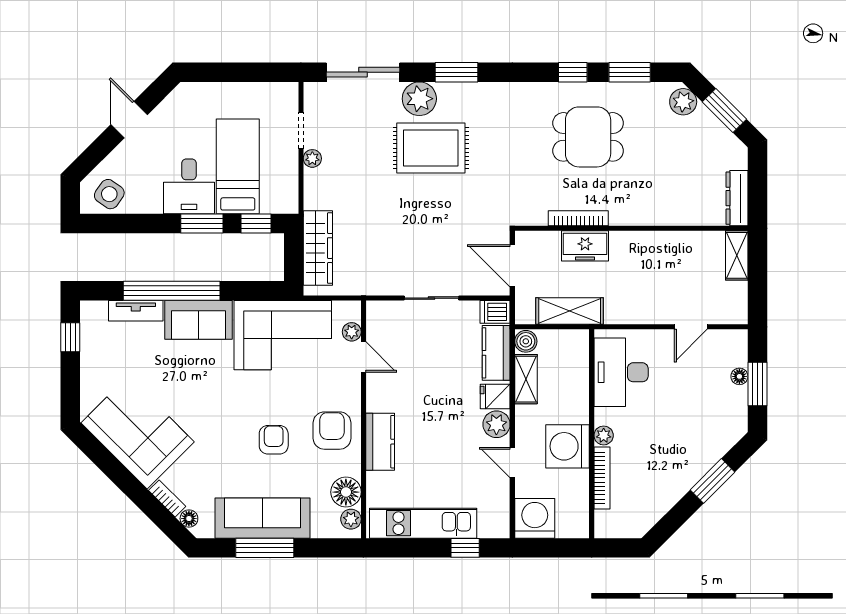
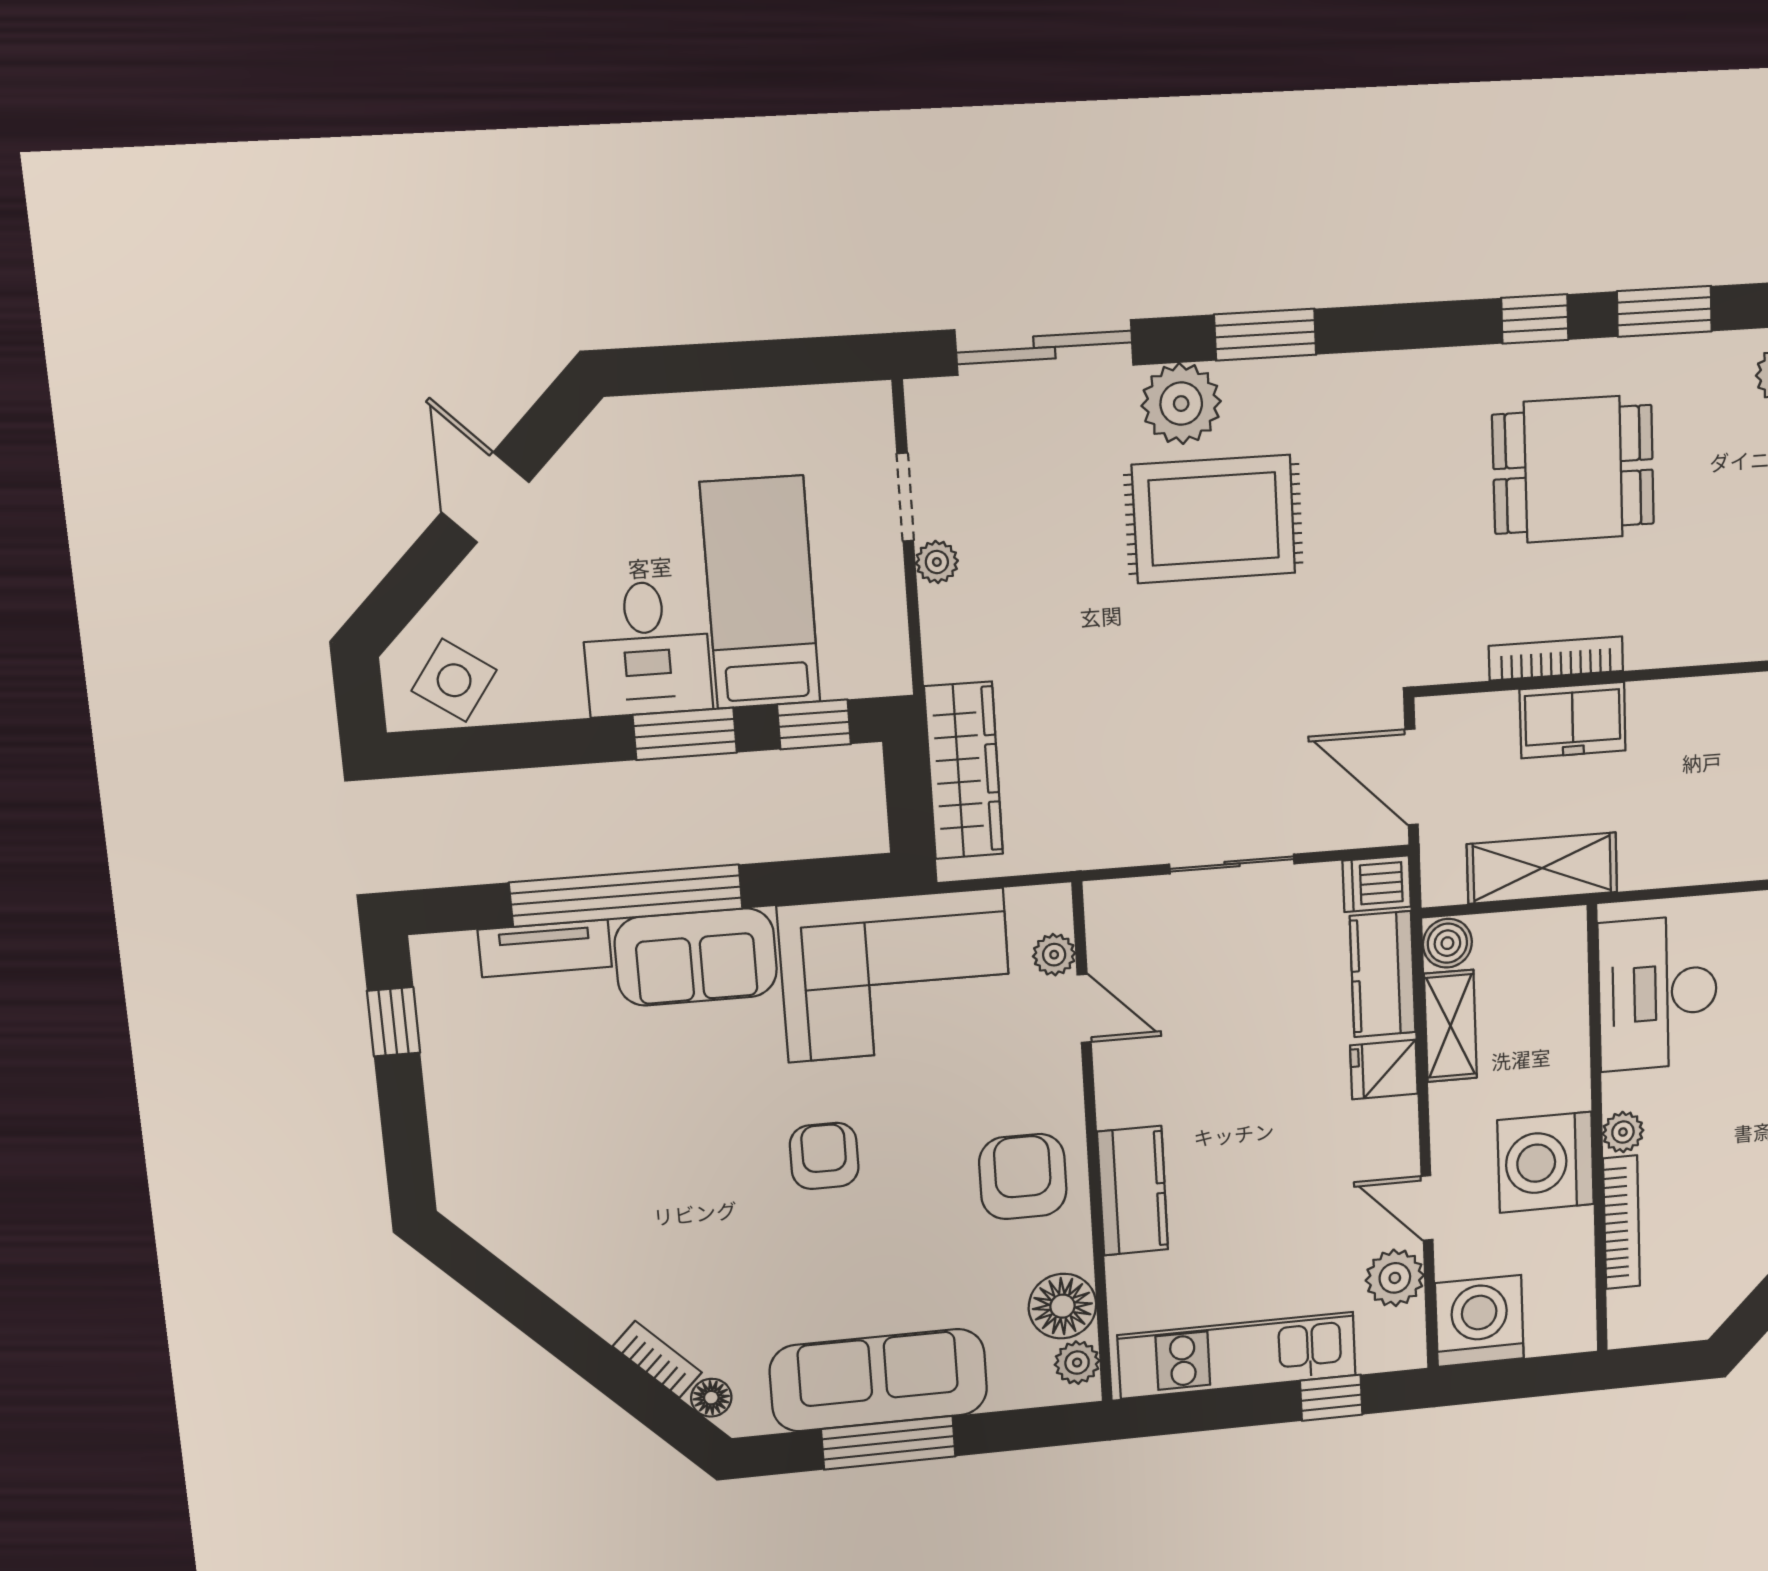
plant: (496, 424) -> (1395, 1278), moved
corner sofa: (138, 432) -> (575, 1222), removed
armchair: (274, 440) -> (824, 1156), moved

